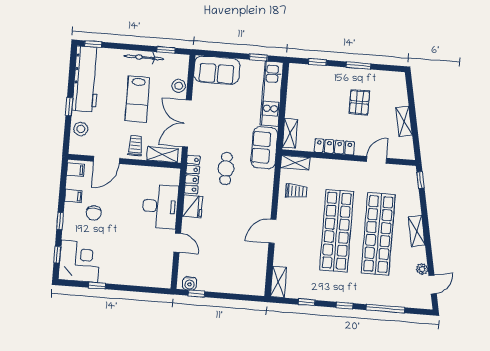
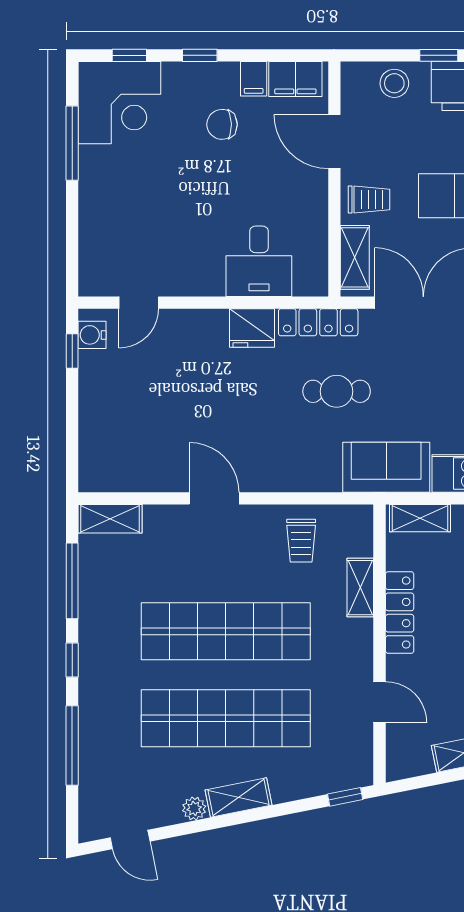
shelving: (295, 163) -> (360, 588), moved
filing cabinet: (75, 170) -> (295, 79), width x2.00
desk: (160, 206) -> (259, 261), width x0.73
door: (177, 243) -> (139, 303), moved
plant: (422, 269) -> (194, 808), moved
window: (97, 285) -> (72, 143), width x2.17
window: (307, 302) -> (72, 581), width x2.17

